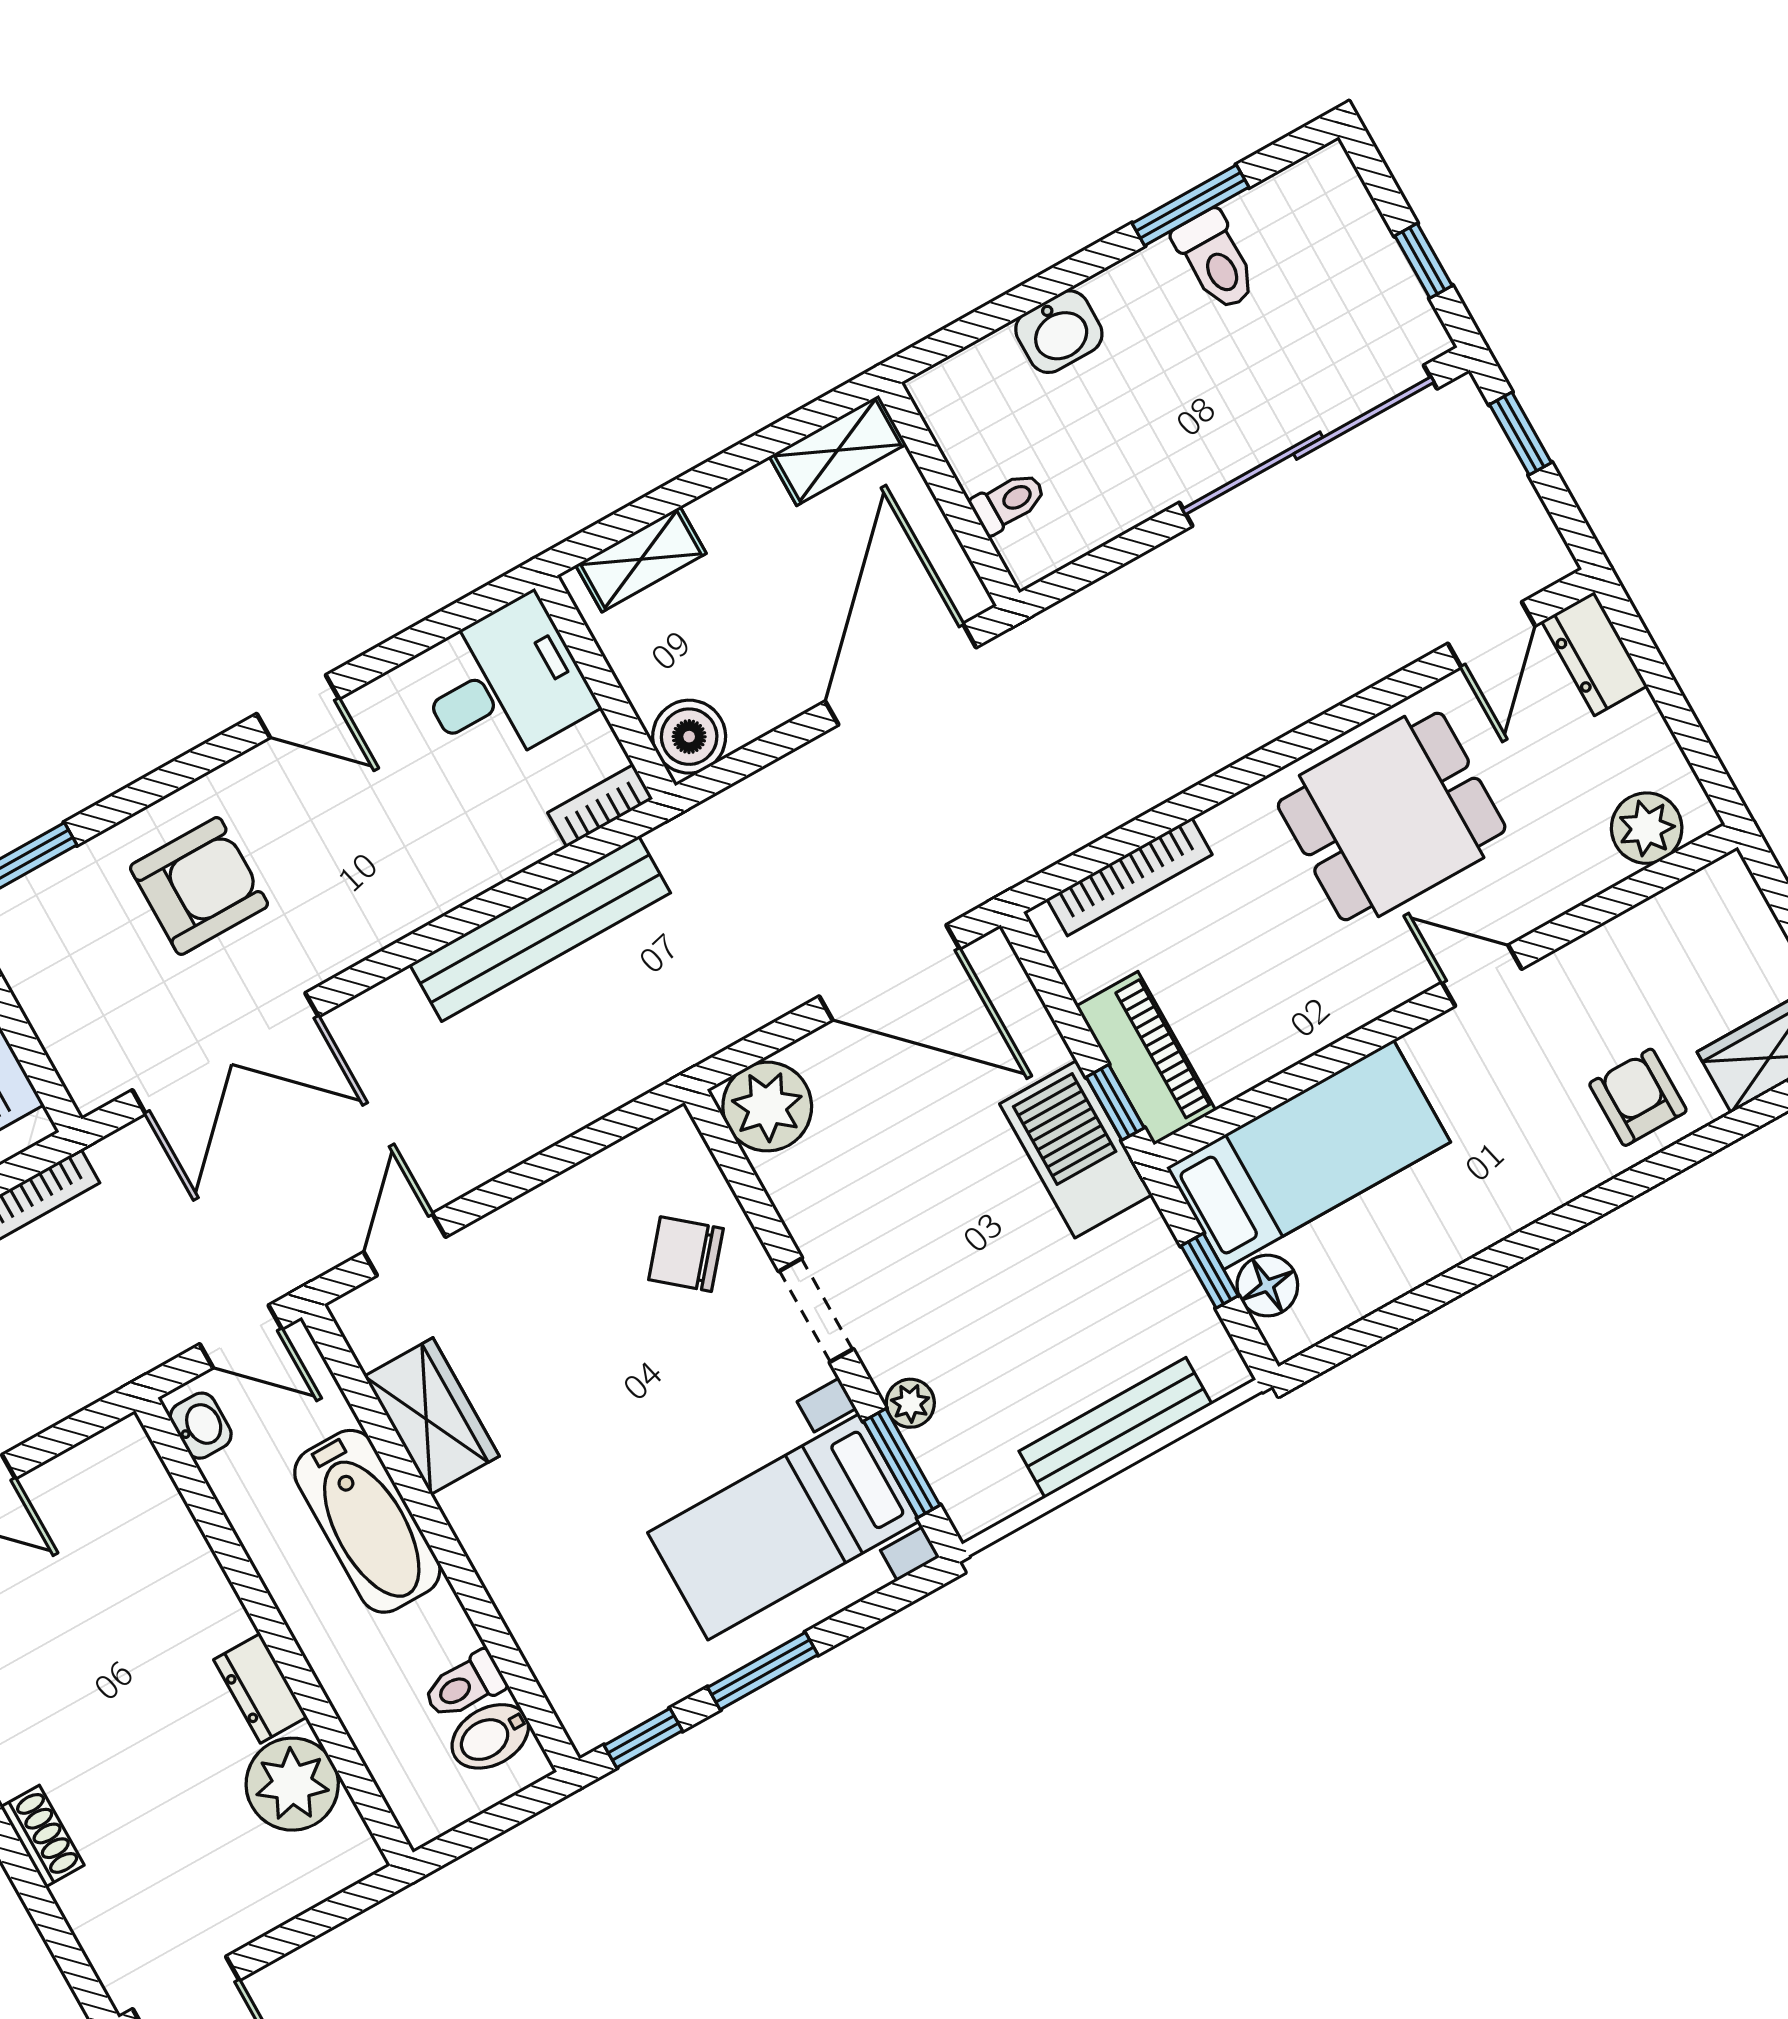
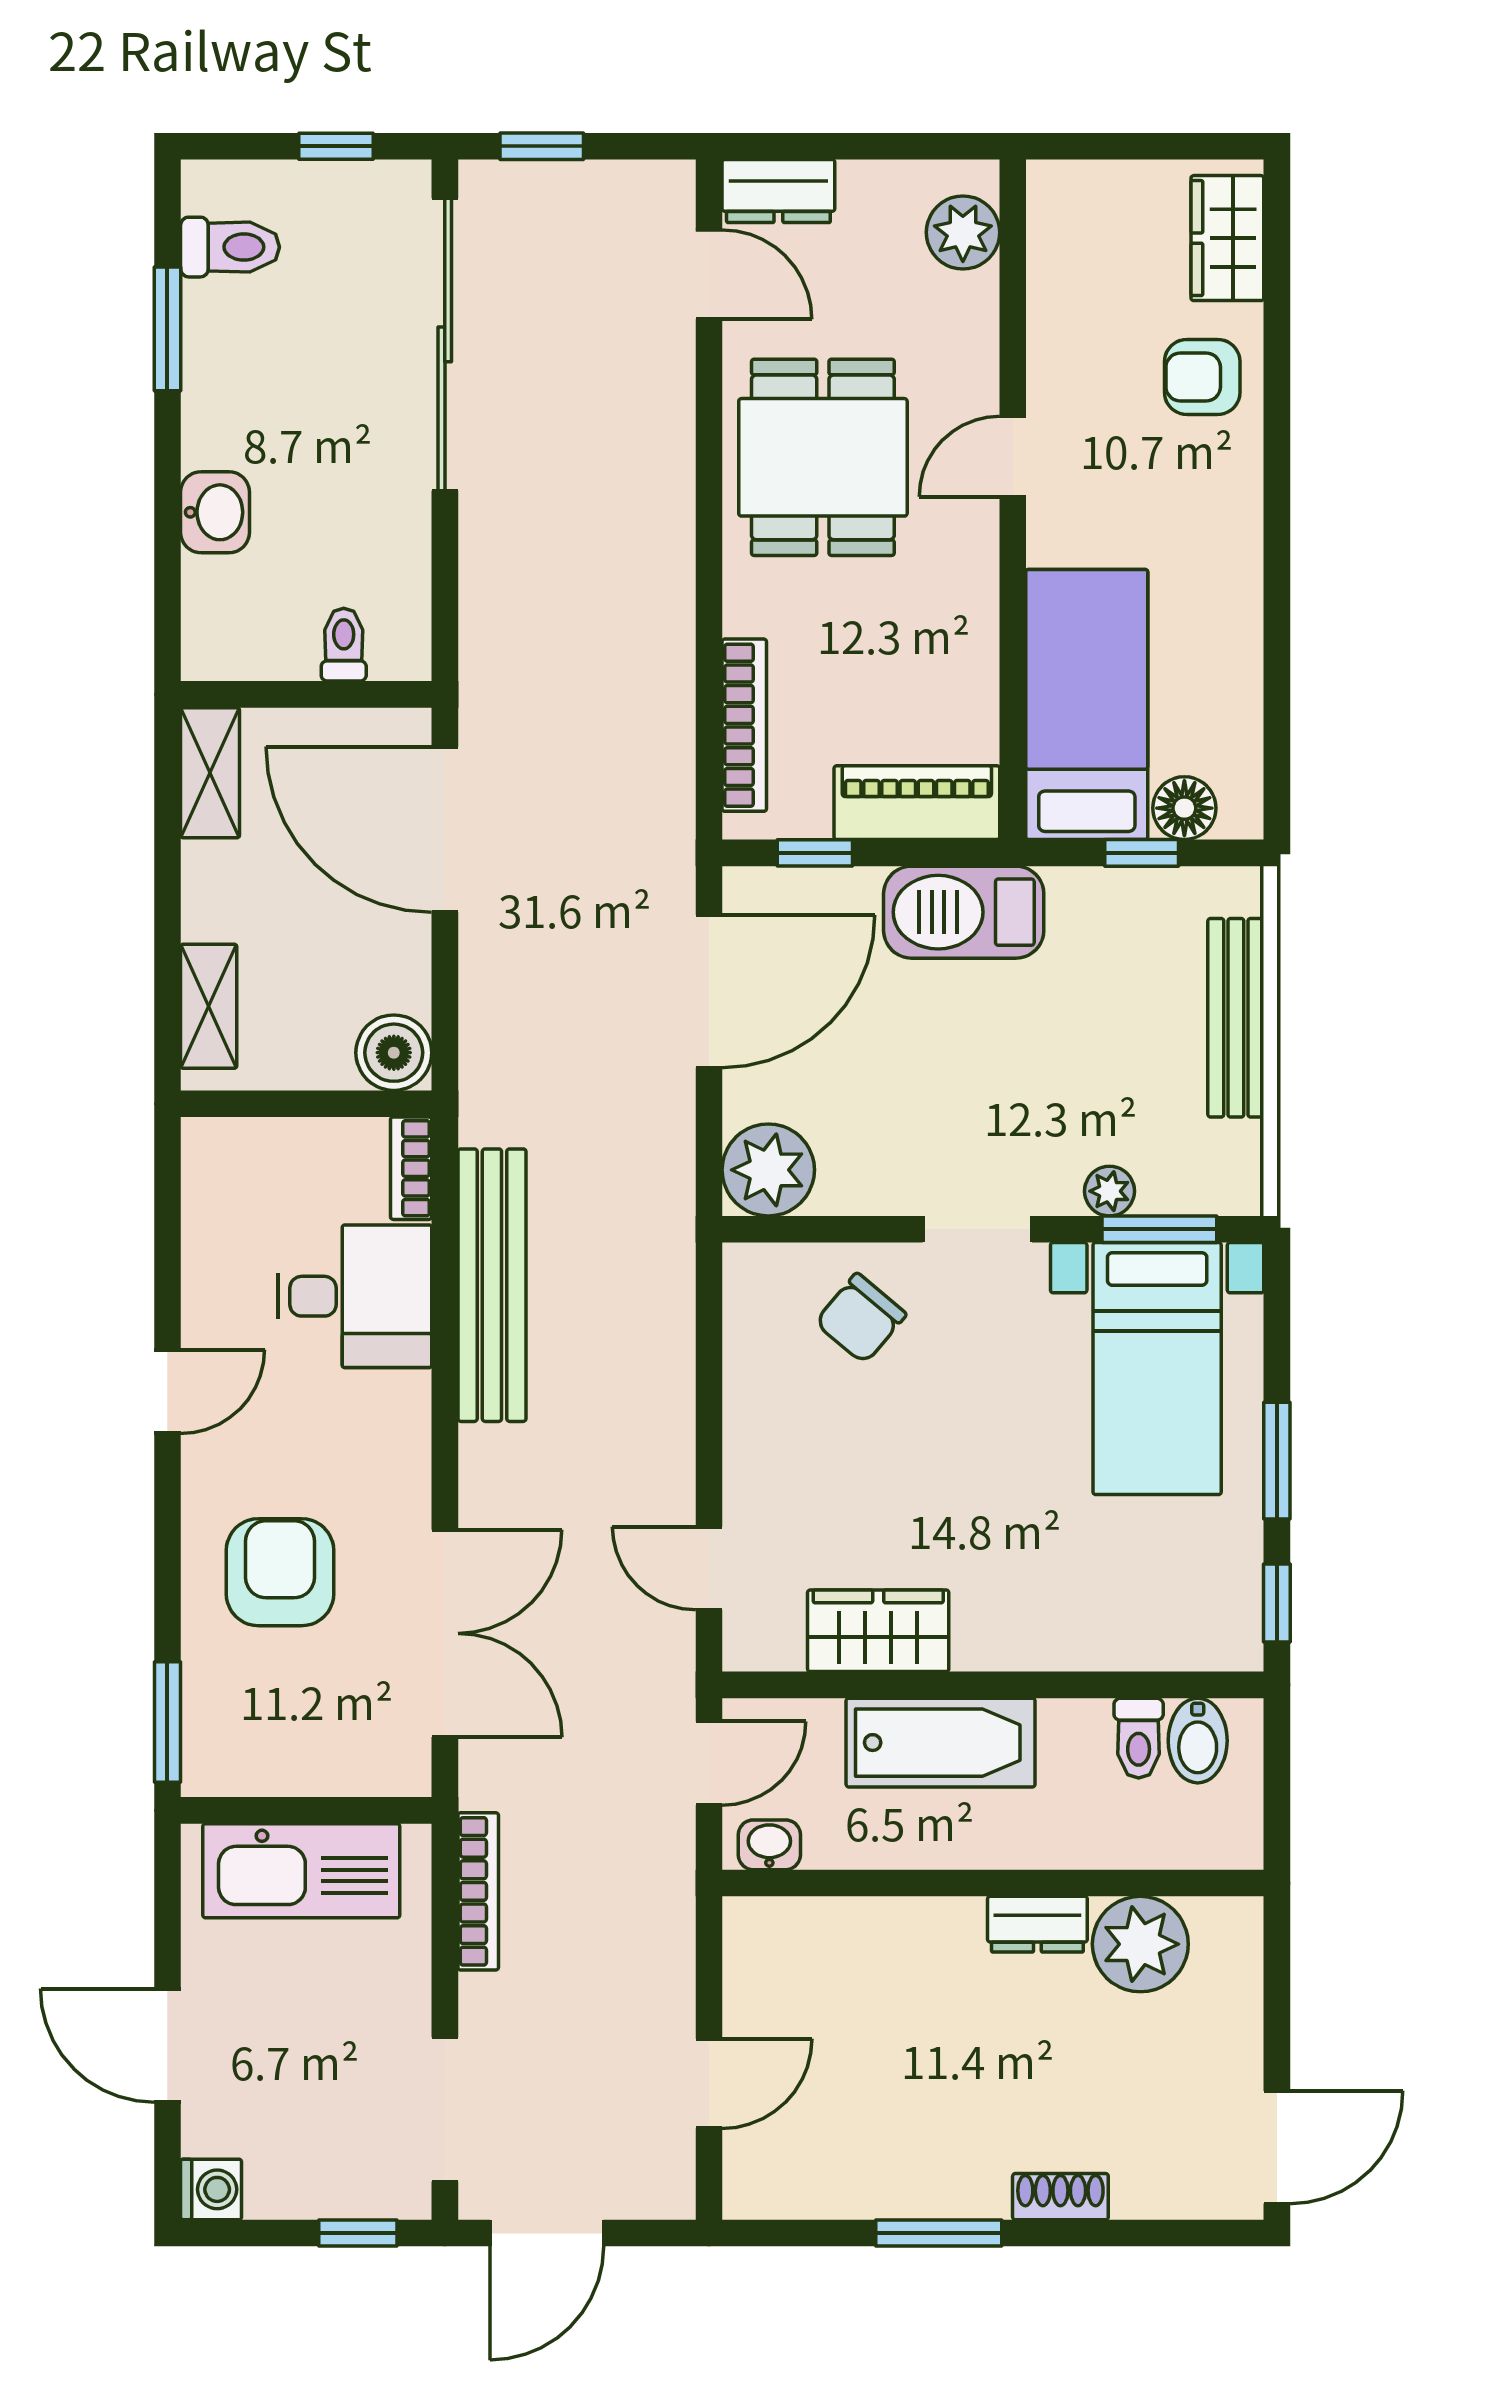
toilet: (1216, 260) -> (230, 247), moved
desk: (504, 684) -> (355, 1296), moved, turned 90
window: (1115, 1102) -> (815, 853), moved

